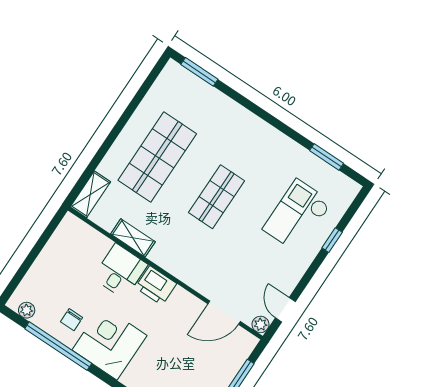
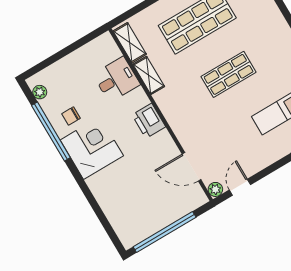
shelving: (90, 194) -> (130, 43), moved, turned 90
desk: (120, 271) -> (116, 79), moved

